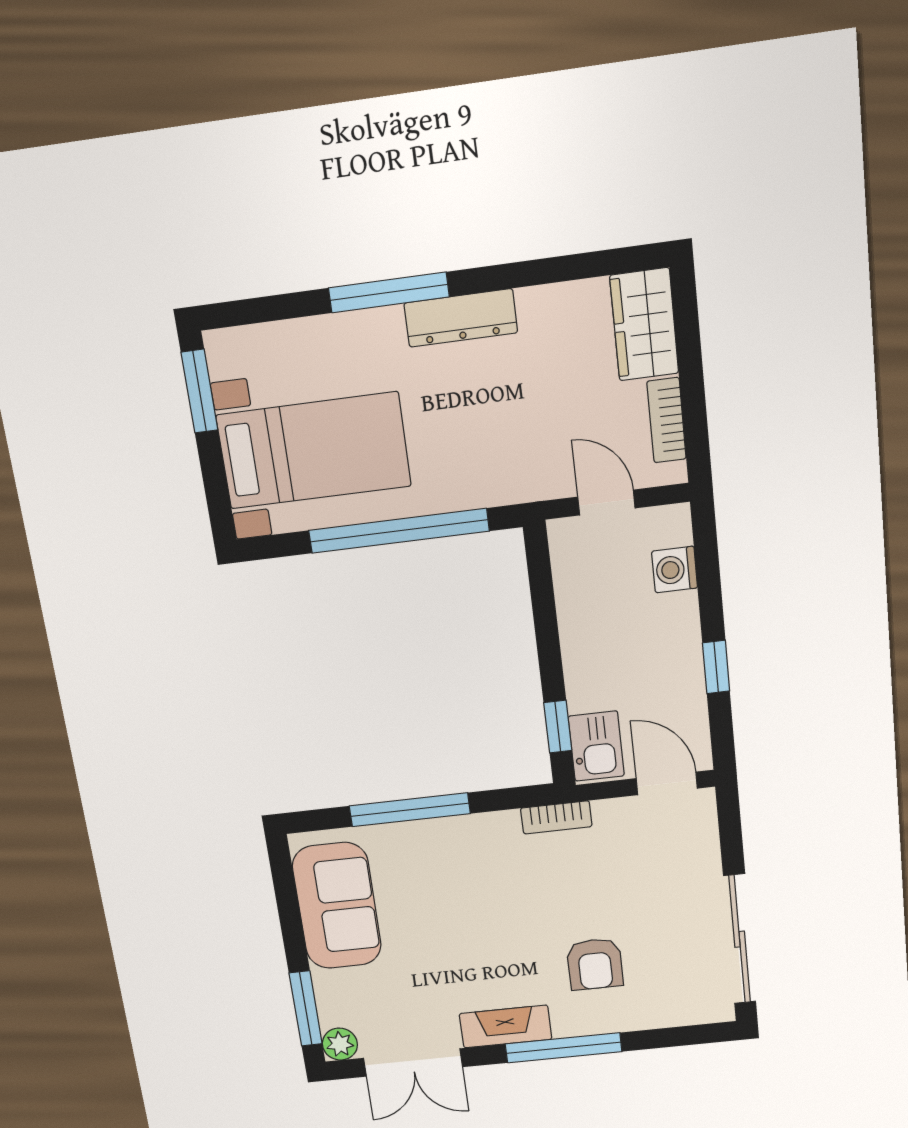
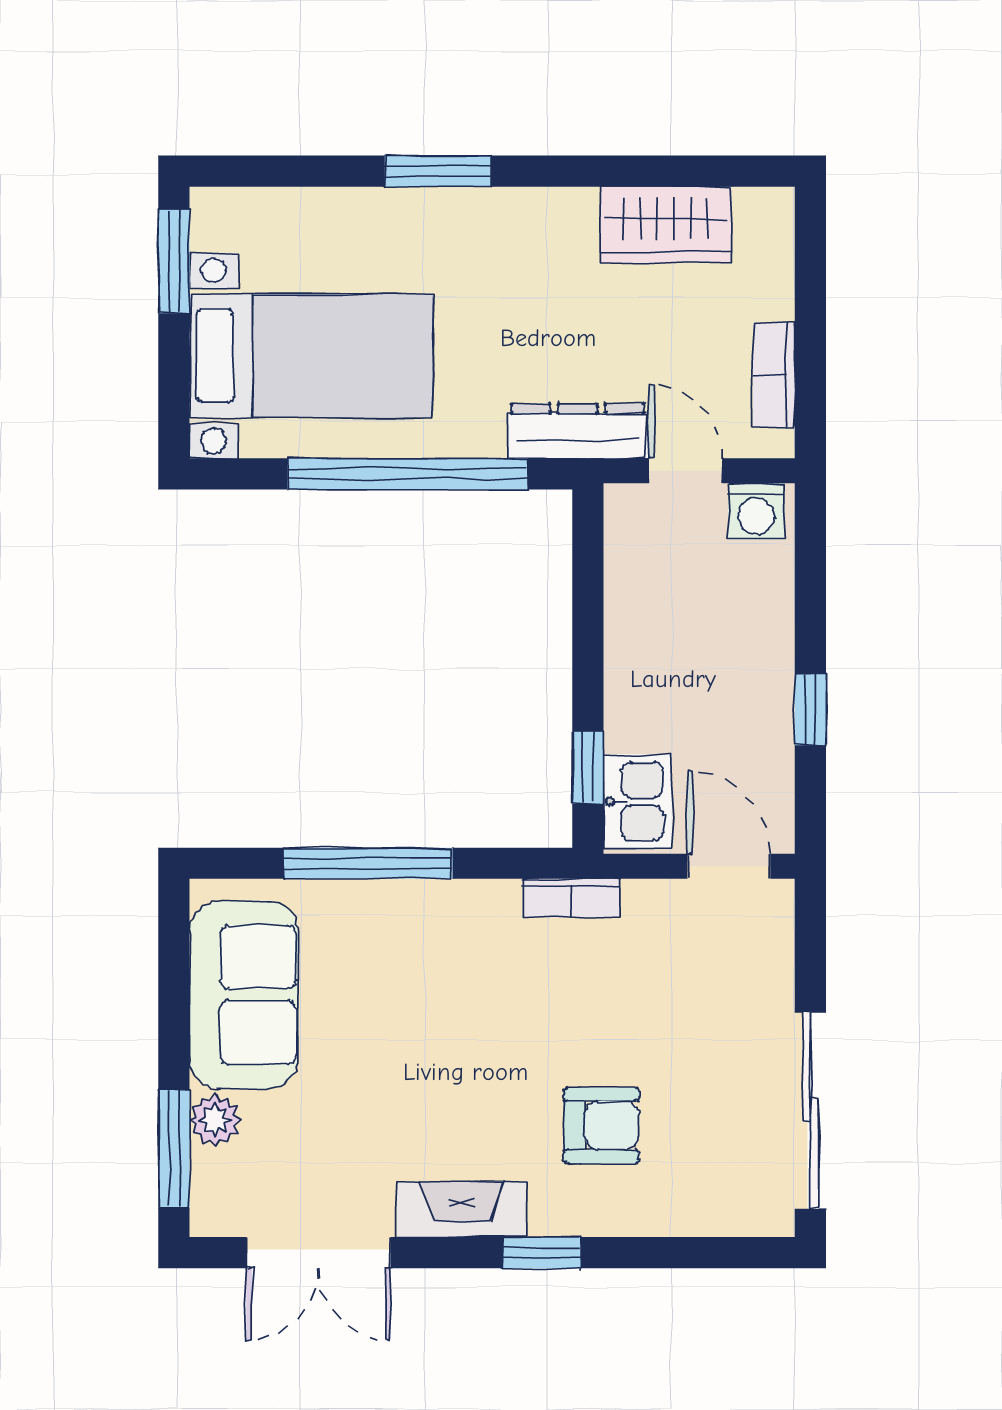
window: (389, 292) -> (438, 171), width x0.69
dresser: (461, 318) -> (578, 431), moved, turned 180
wardrobe: (644, 324) -> (666, 225), moved, turned -90
washing machine: (675, 570) -> (756, 511), moved, turned -90
armchair: (595, 964) -> (601, 1125), turned -90
plant: (340, 1044) -> (215, 1120), moved
window: (563, 1048) -> (542, 1253), width x0.46

